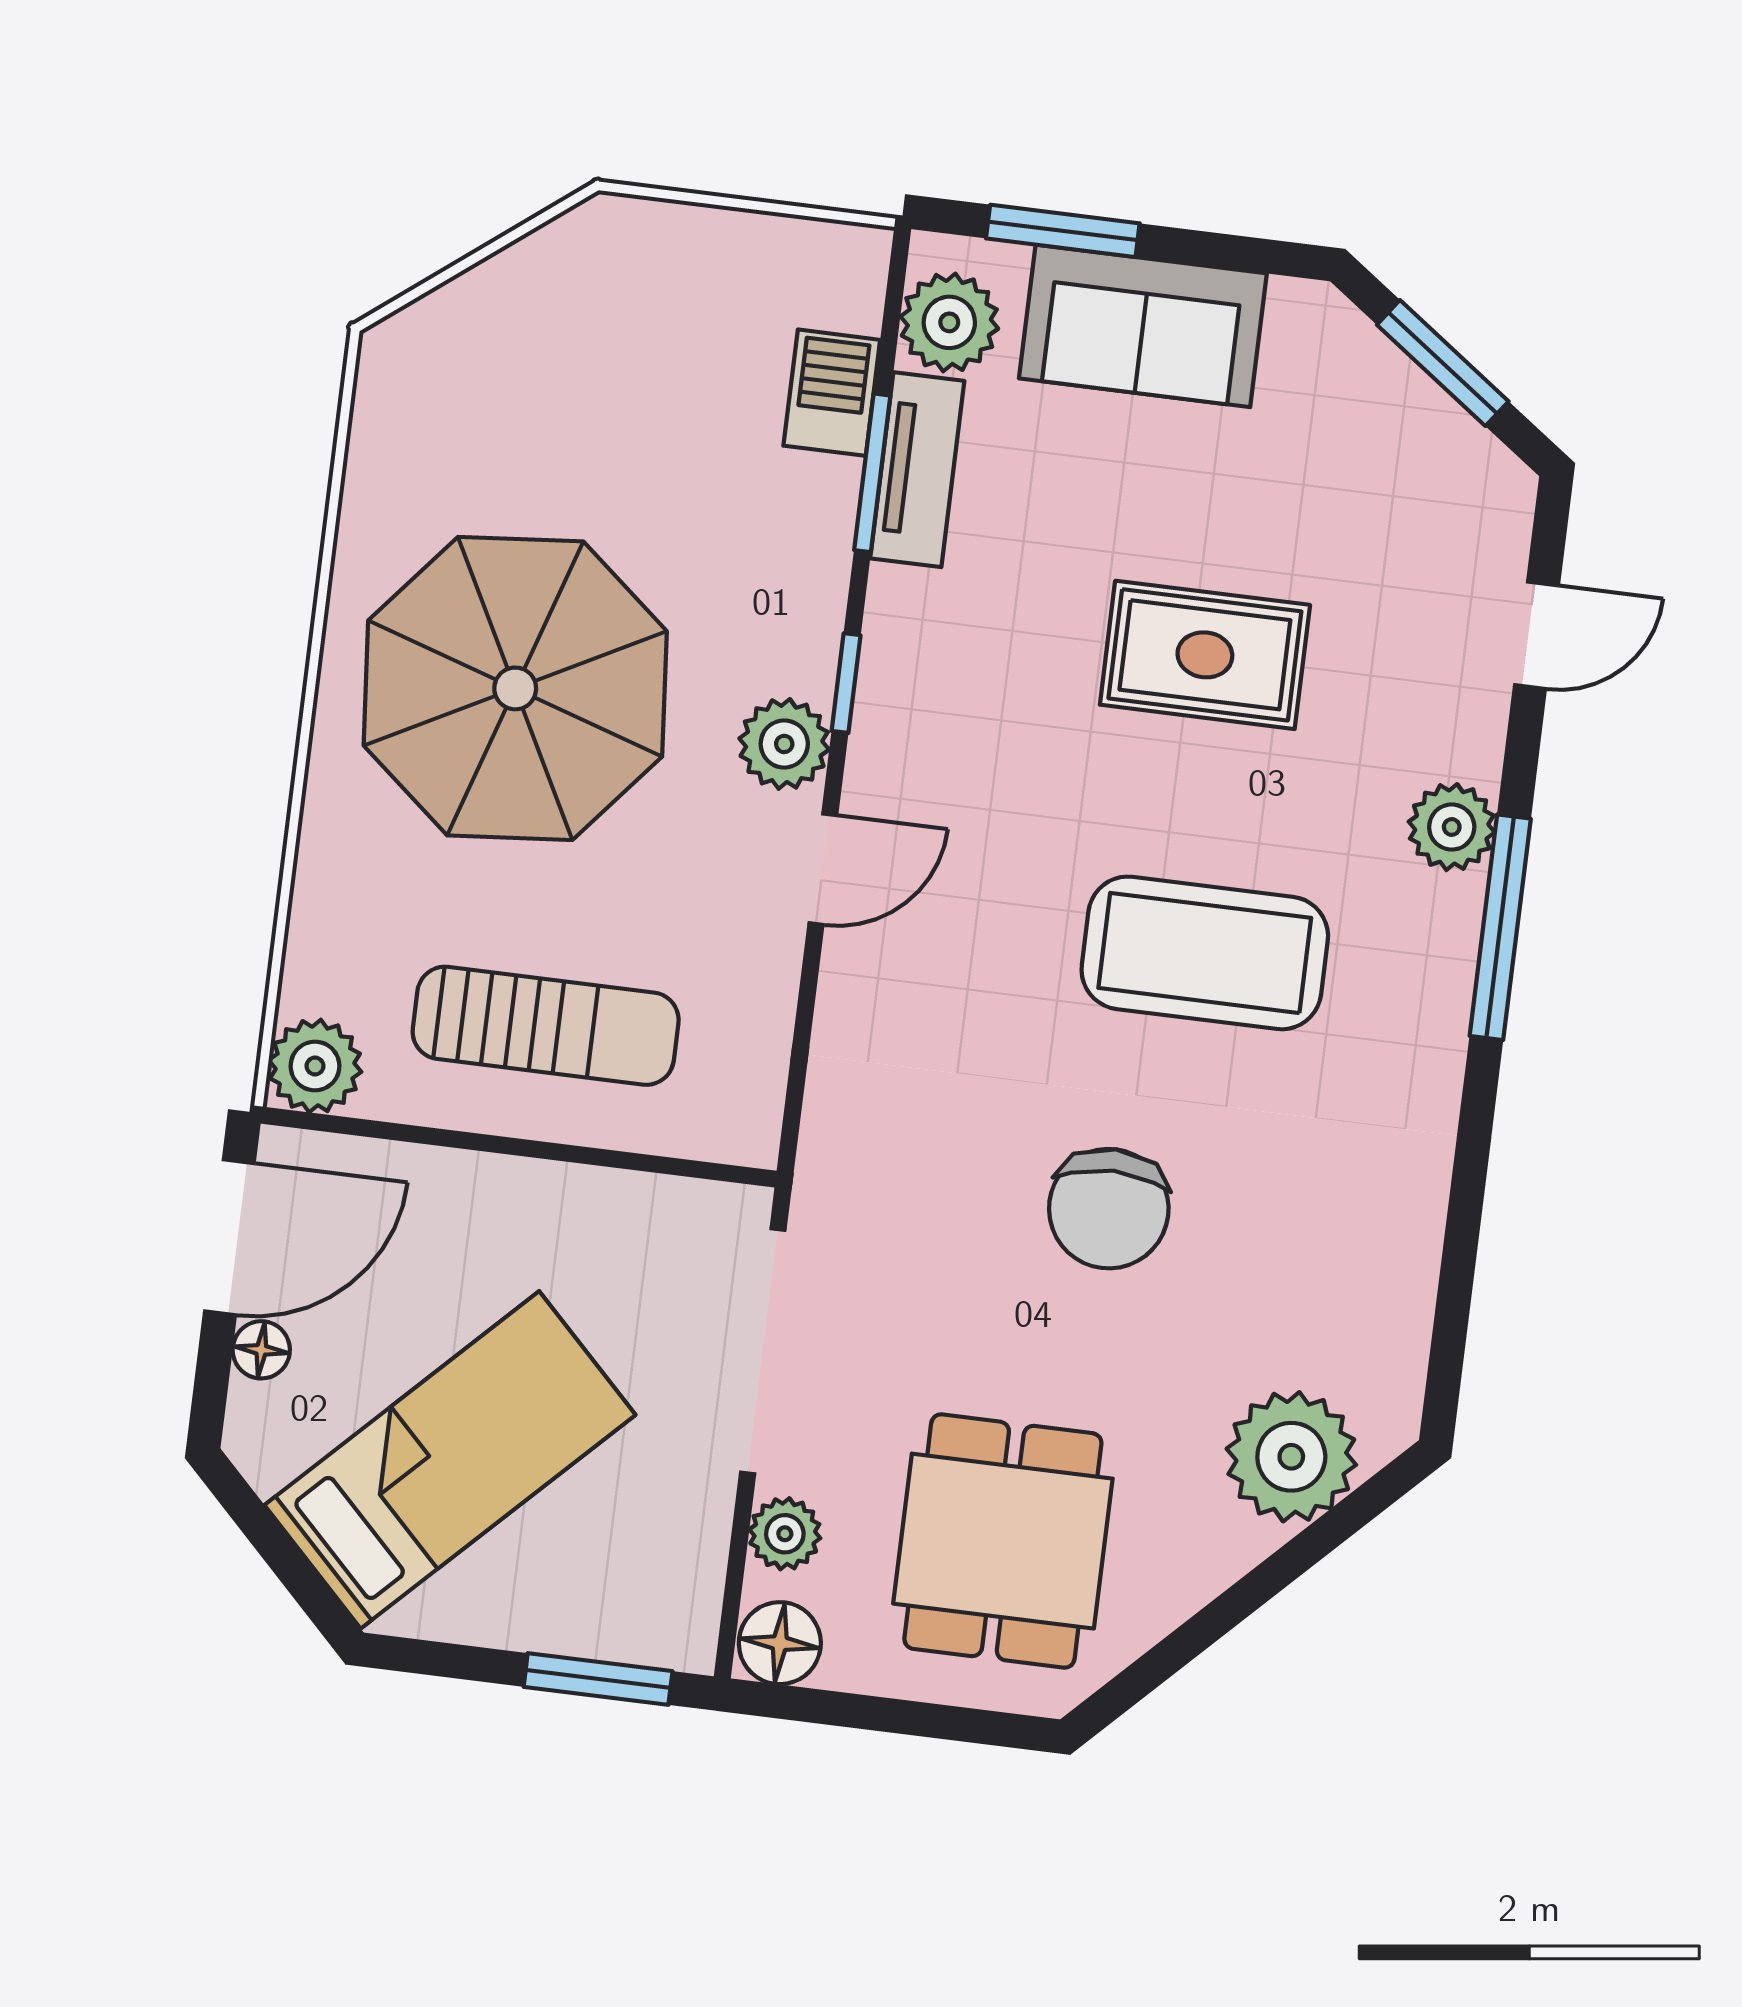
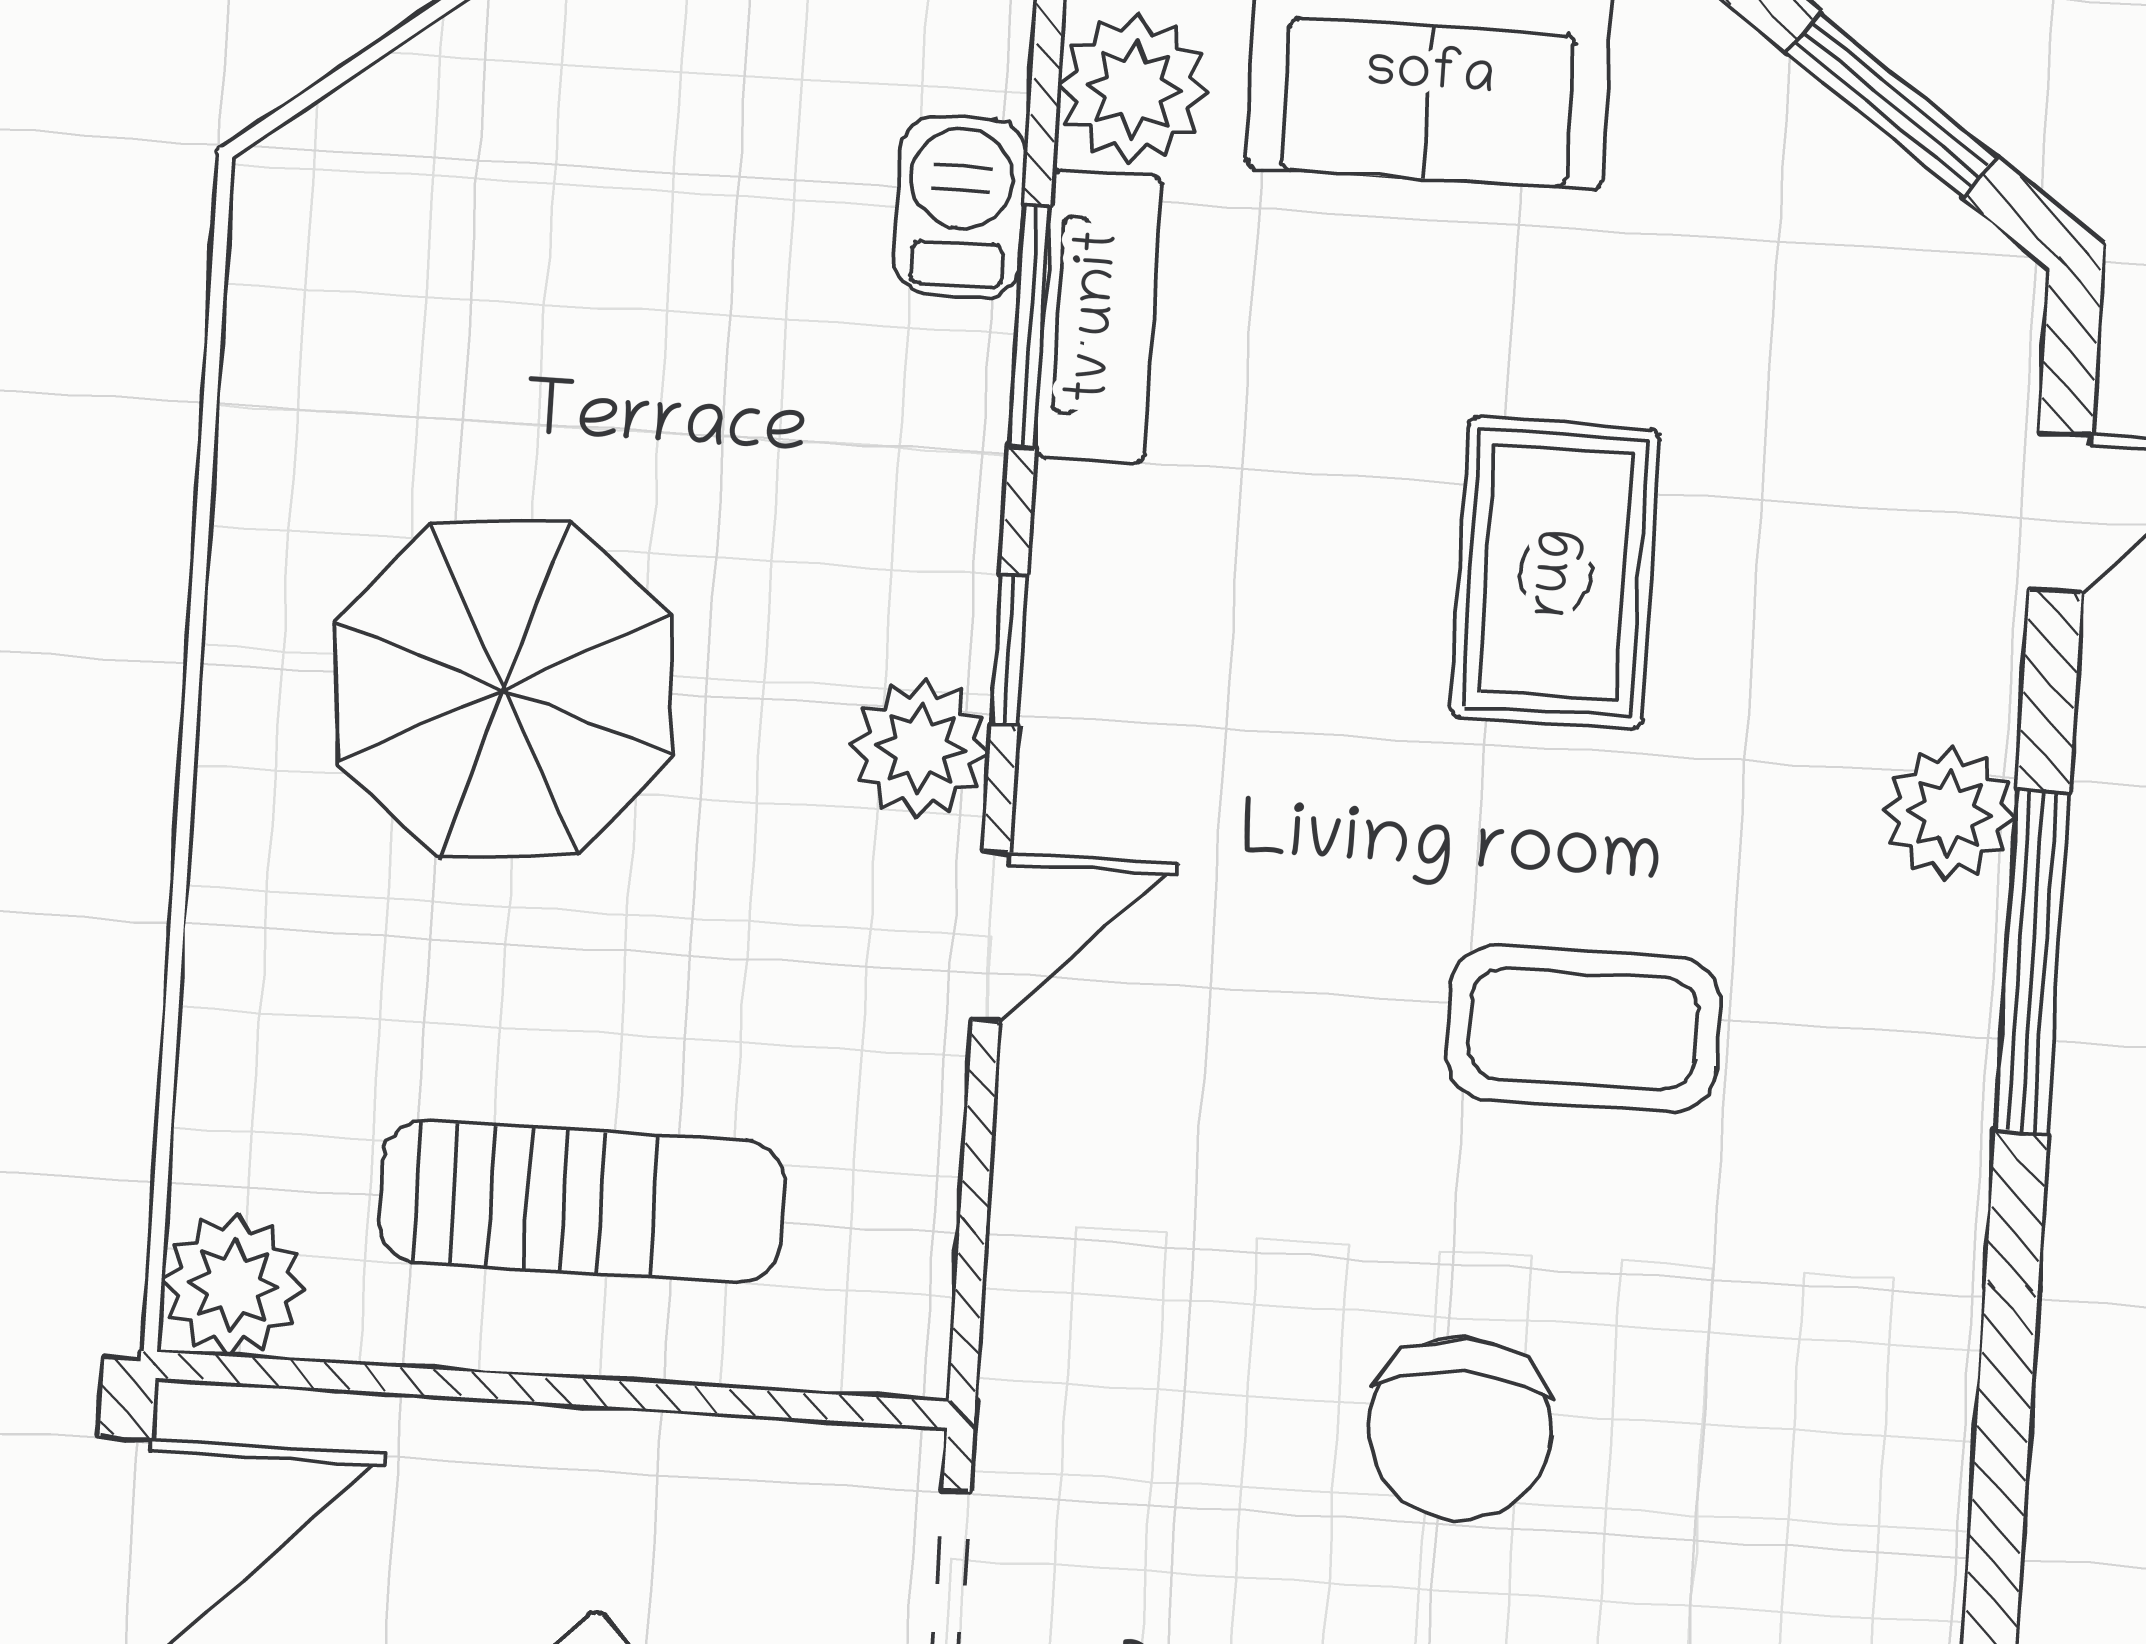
rug: (1205, 655) -> (1555, 573), turned 90
parasol: (515, 688) -> (504, 689), width x0.73, depth x0.73
coffee table: (1205, 953) -> (1583, 1029), width x0.73, depth x0.76

